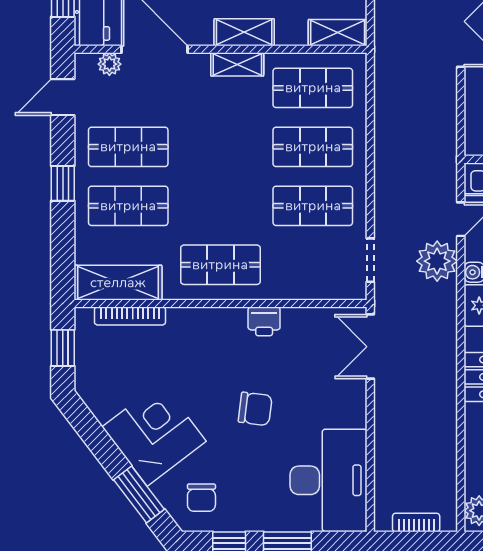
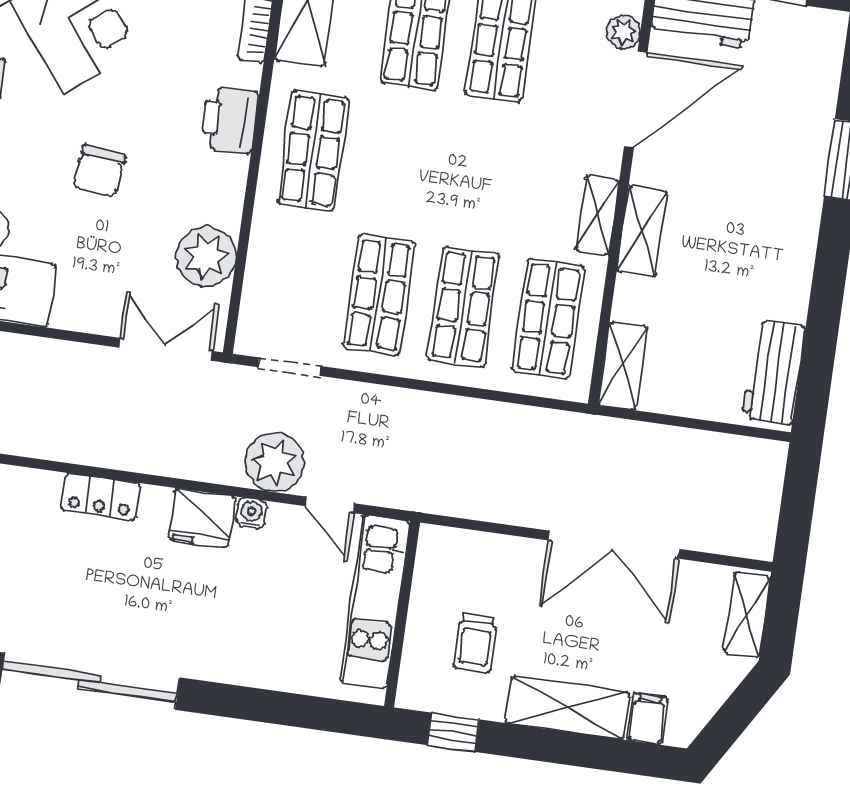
printer: (264, 321) -> (229, 120), moved, width x1.36, depth x1.24
plant: (303, 328) -> (206, 256), added

